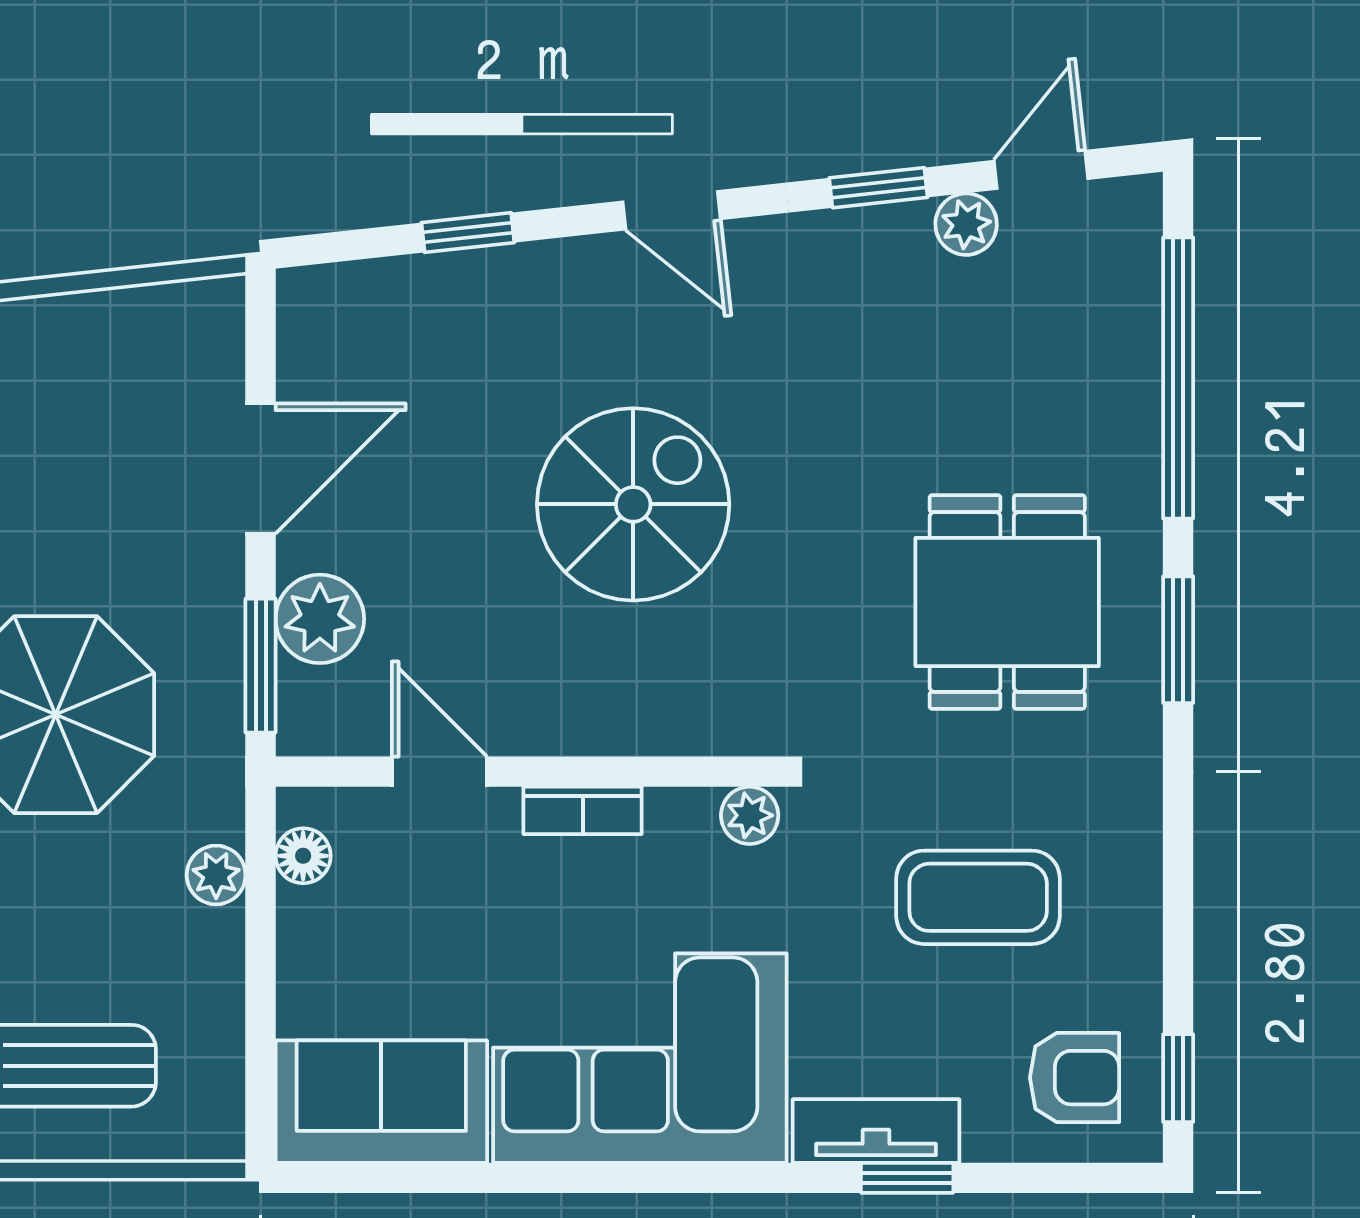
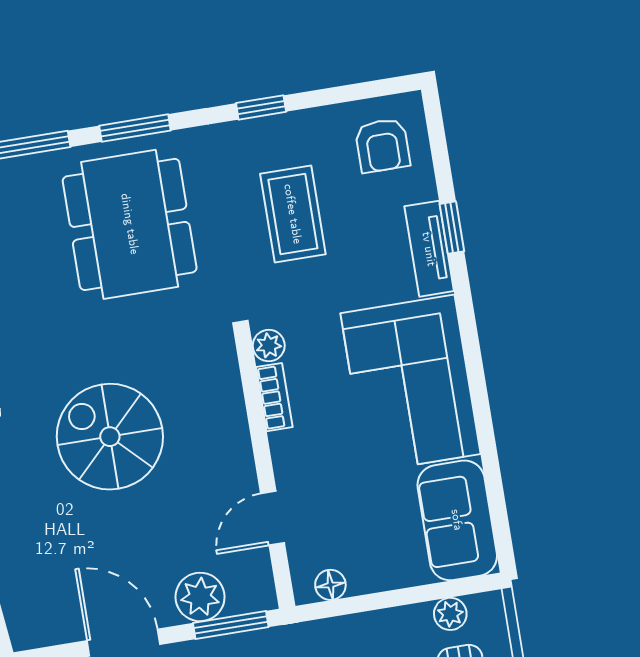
dining table: (1007, 602) -> (130, 224), width x1.38
bookcase: (583, 810) -> (274, 397), moved
plant: (216, 875) -> (450, 614), moved
armchair: (1075, 1078) -> (382, 145), turned 180
window: (1178, 1078) -> (261, 107), moved

